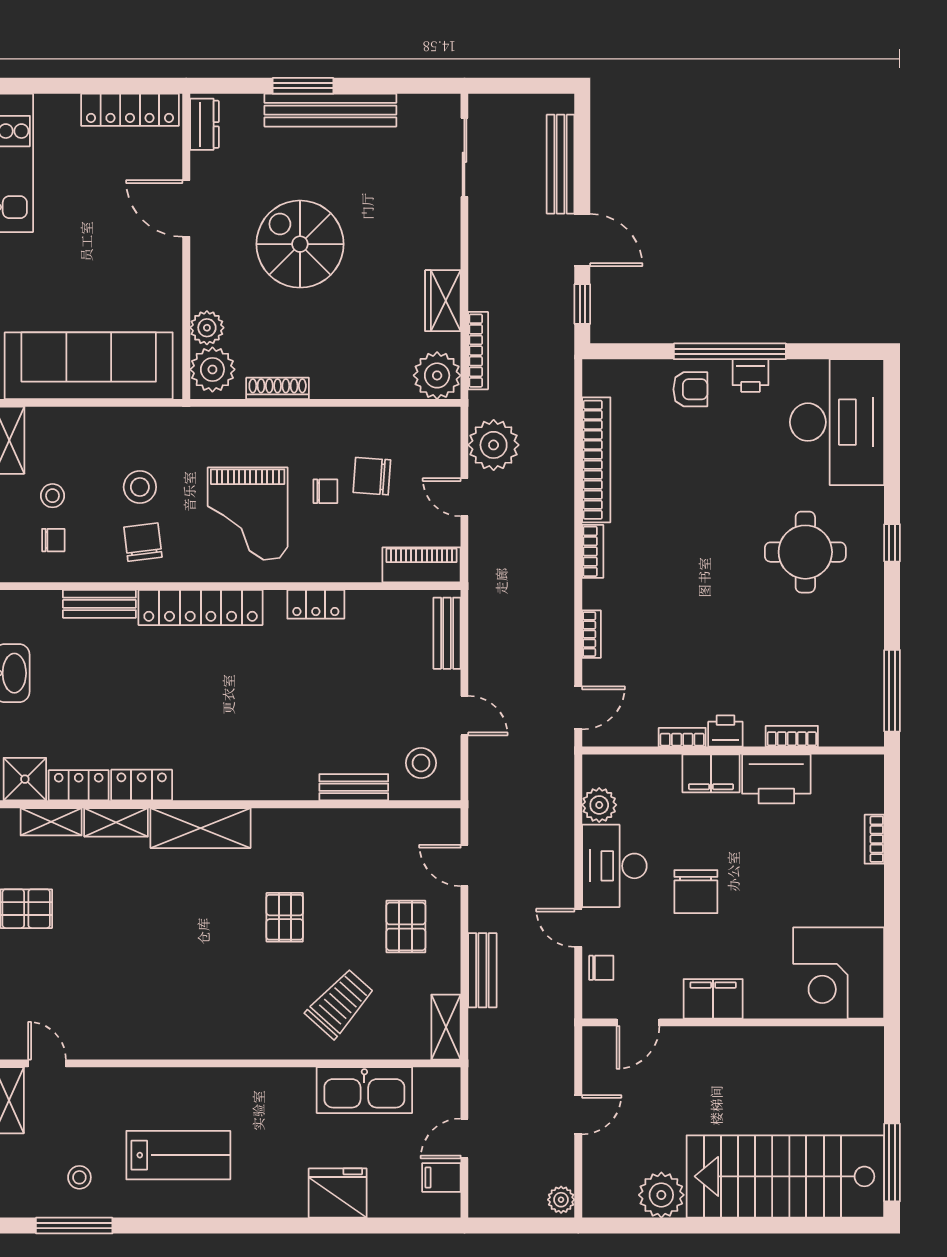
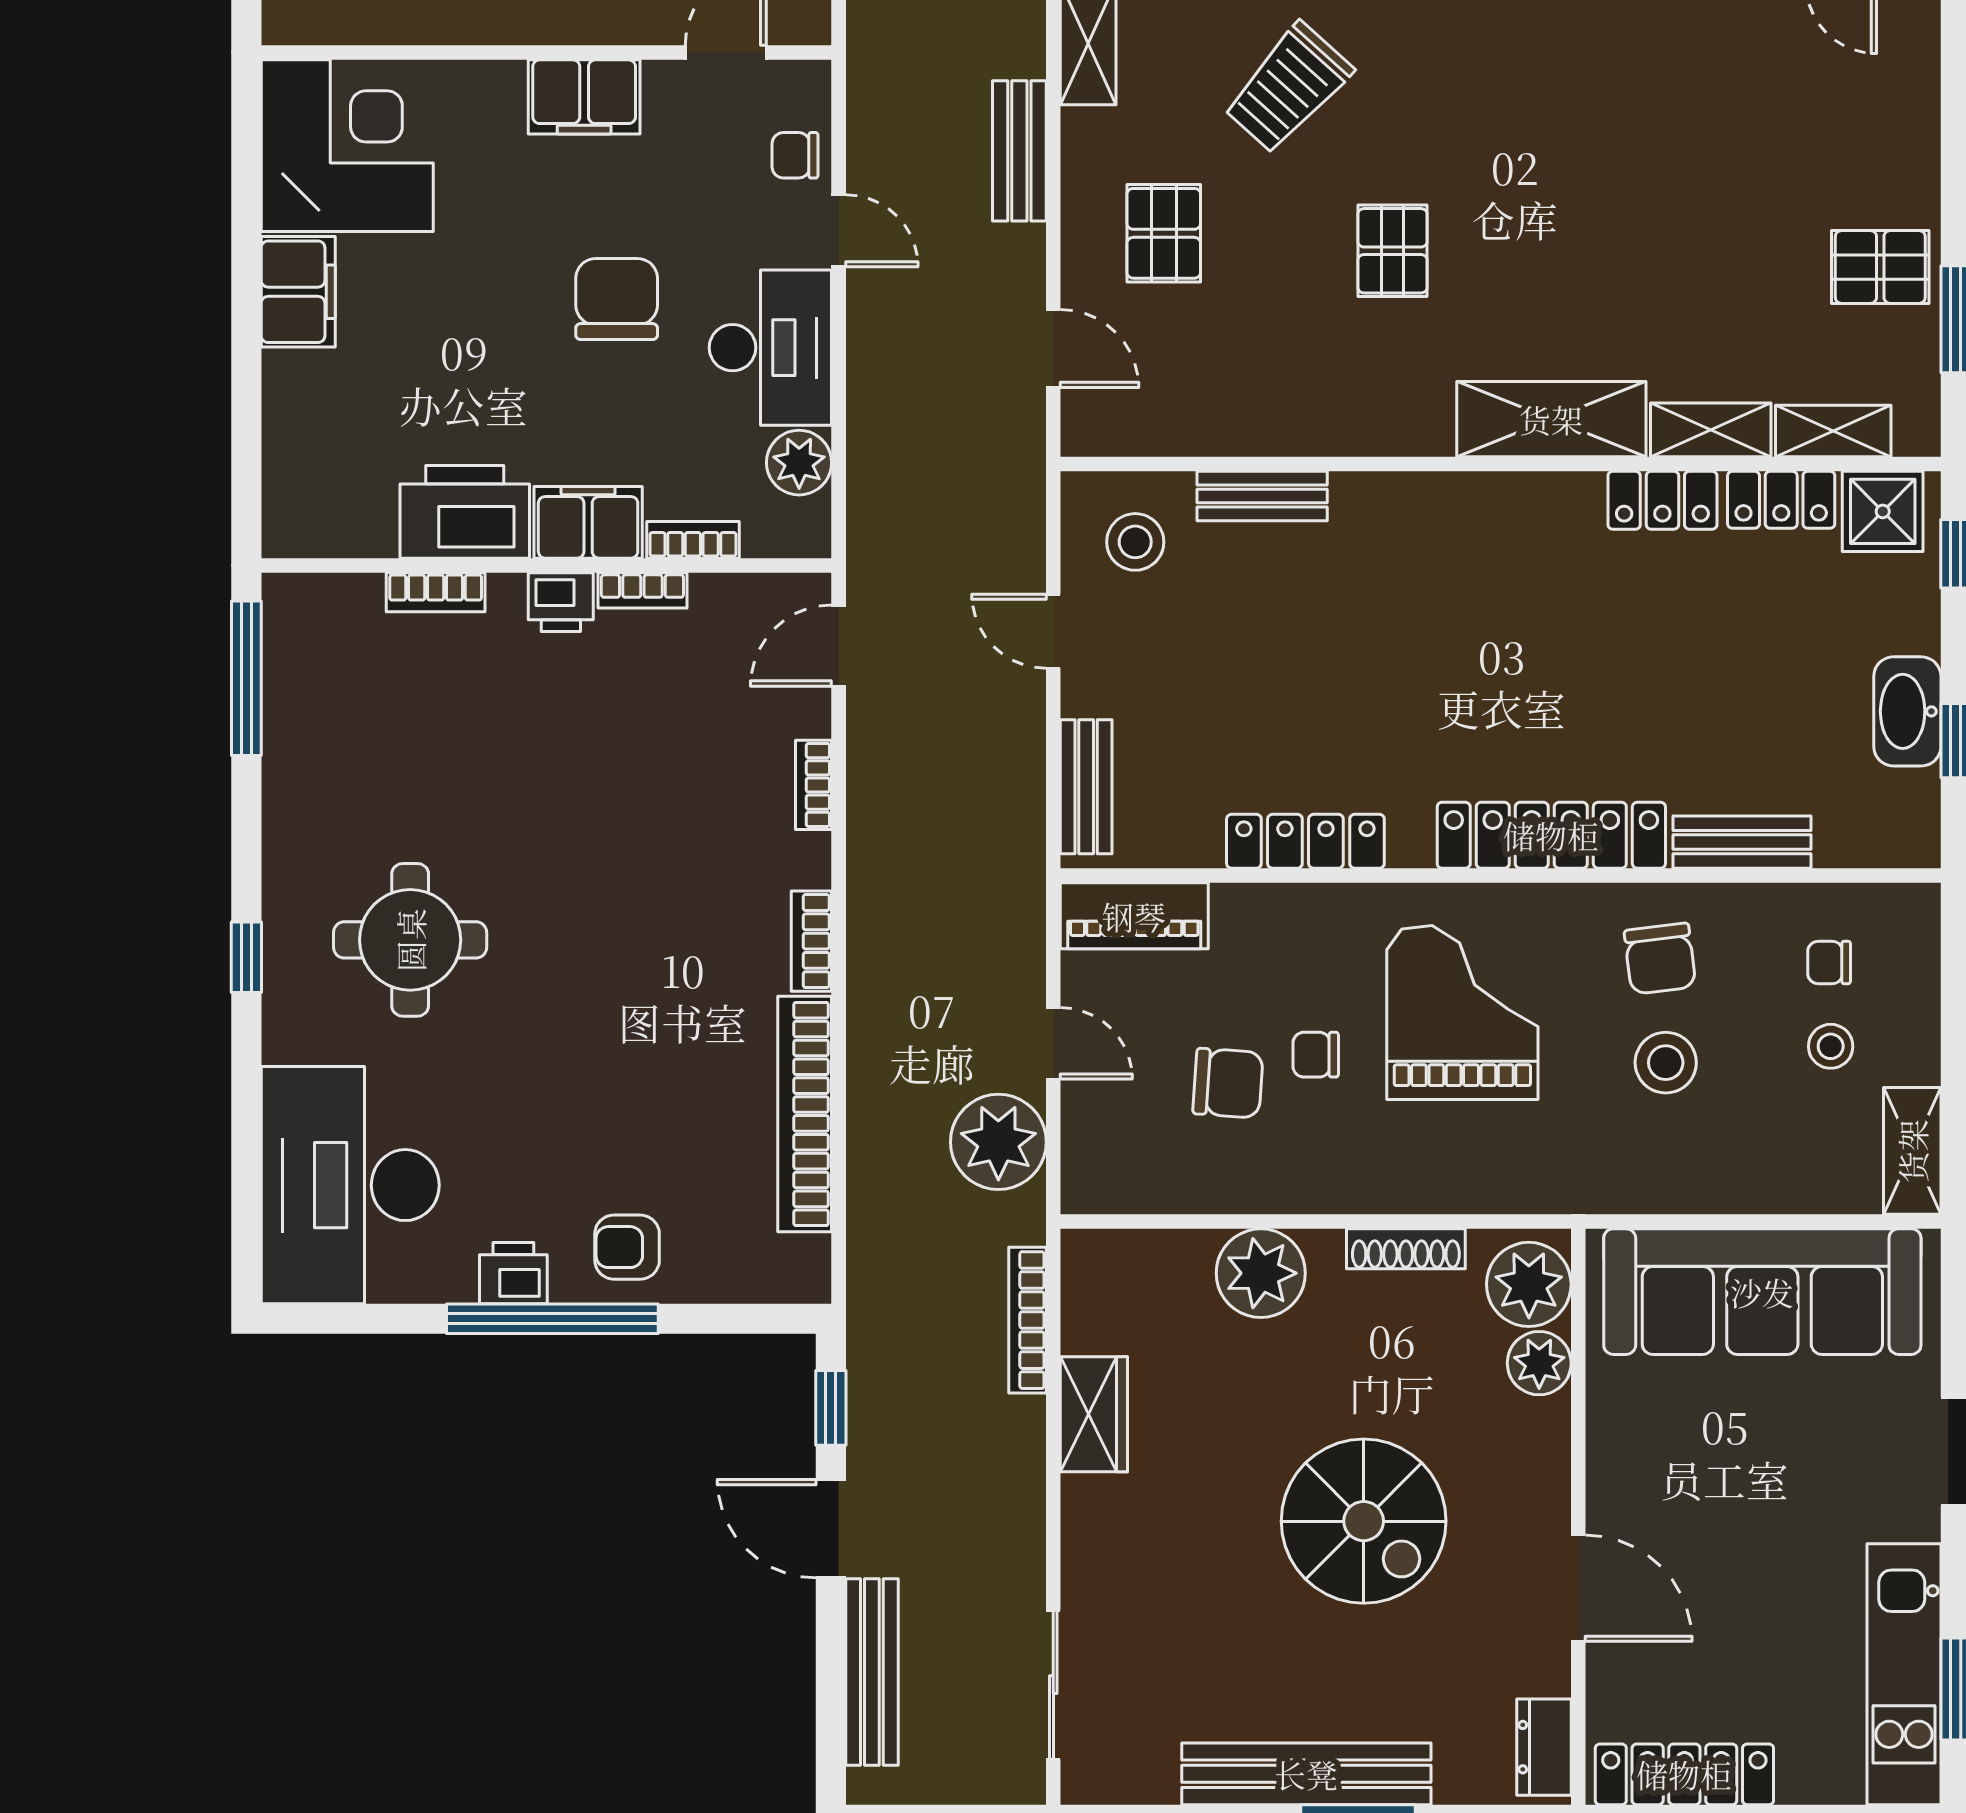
plant: (437, 375) -> (1261, 1273), moved
locker: (316, 604) -> (1305, 841), width x1.53
bookcase: (874, 839) -> (693, 540), moved, turned -90
filing cabinet: (865, 896) -> (298, 292), added

